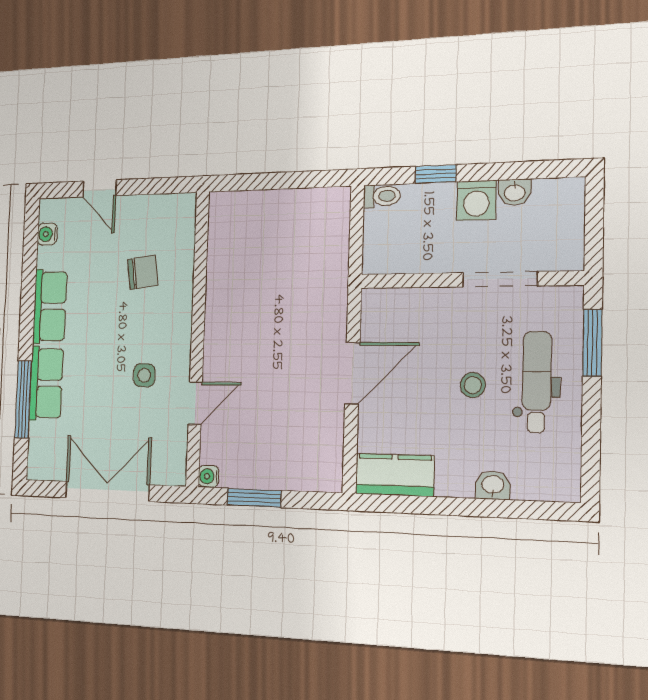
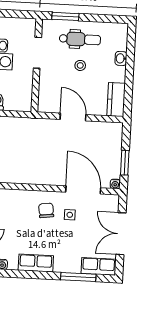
chair: (143, 272) -> (46, 210), moved
dental chair: (537, 382) -> (80, 39), turned 180
row of seats: (46, 383) -> (99, 266), moved
door: (195, 403) -> (83, 190), width x1.88

